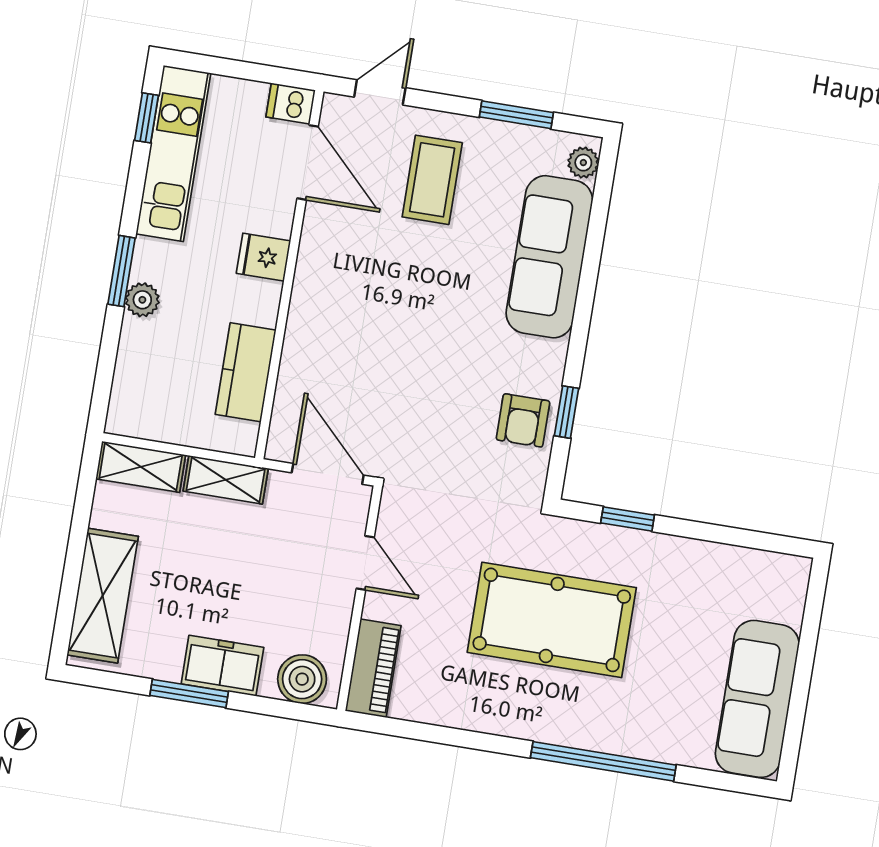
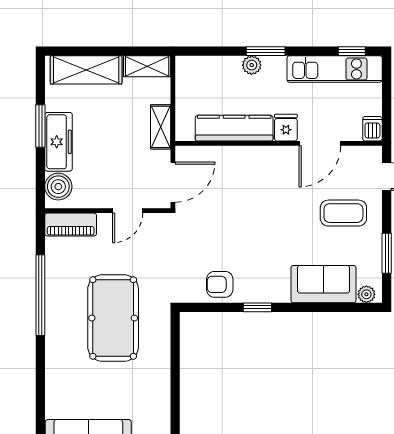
door: (308, 162) -> (320, 143), moved
sofa: (549, 257) -> (323, 284), width x0.73
kitchen counter: (246, 372) -> (234, 128), width x1.50
window: (566, 412) -> (257, 307), moved
shelving: (141, 467) -> (147, 66), moved, turned 90
window: (628, 519) -> (175, 350), removed
freezer: (222, 666) -> (59, 142), width x1.40
window: (603, 761) -> (40, 295), moved

